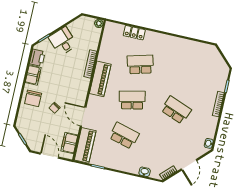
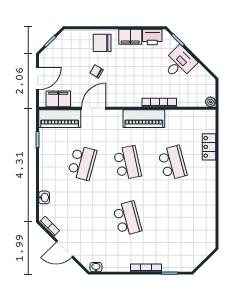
school desk: (176, 110) -> (127, 219), turned -36

